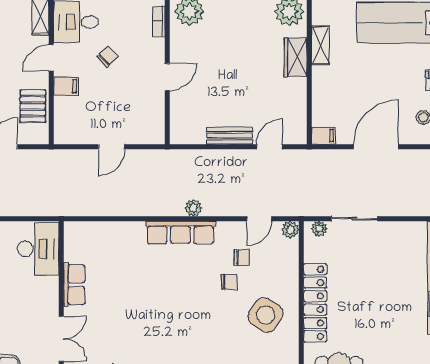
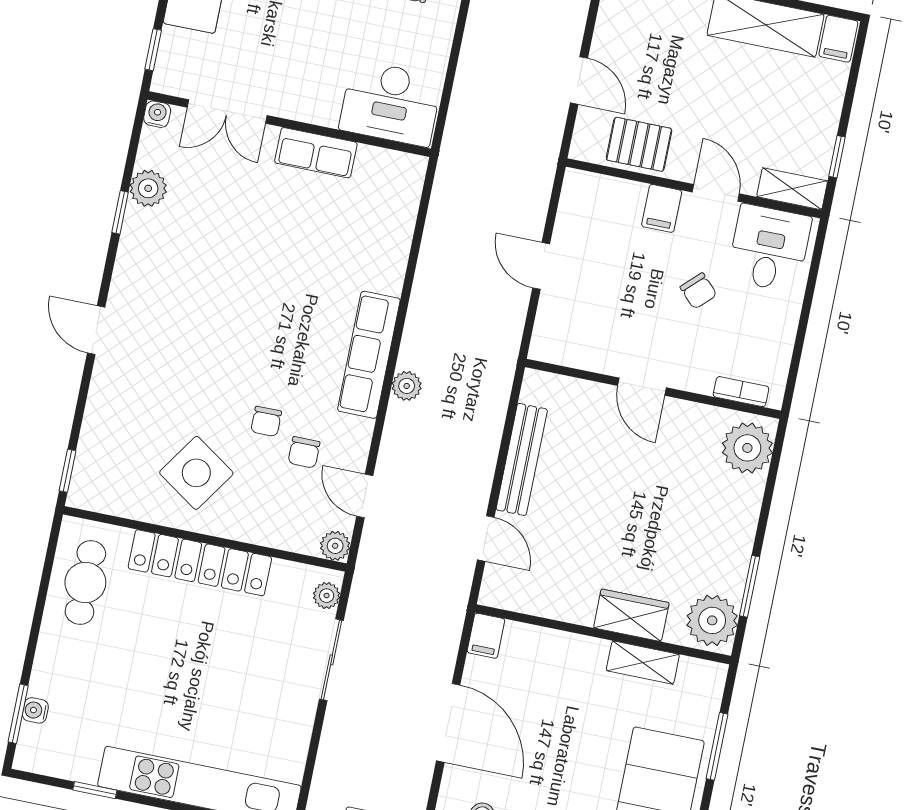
bench: (230, 136) -> (522, 459), width x1.36

